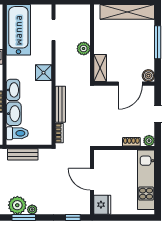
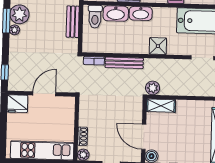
plant: (84, 49) -> (153, 88), moved

